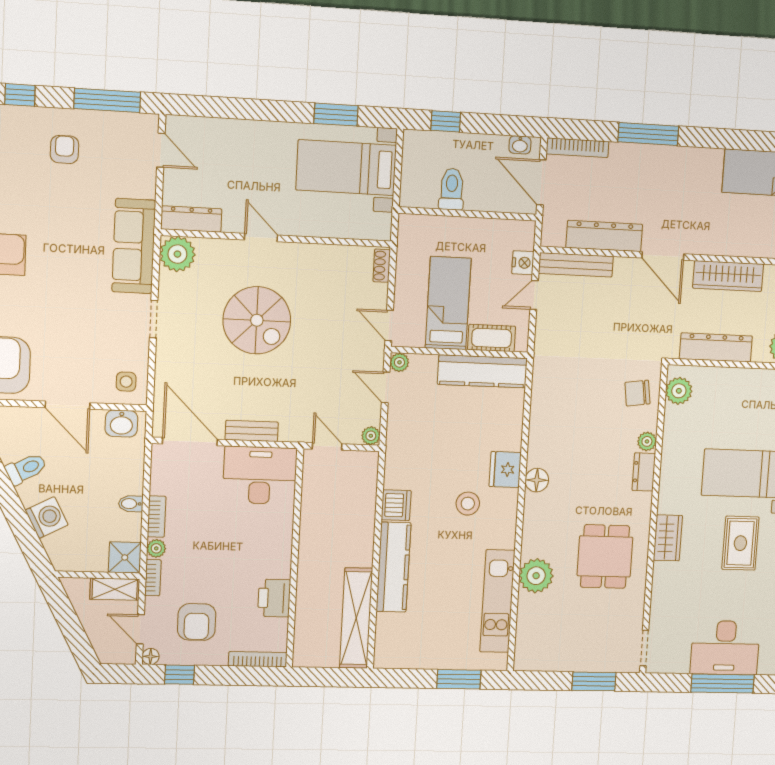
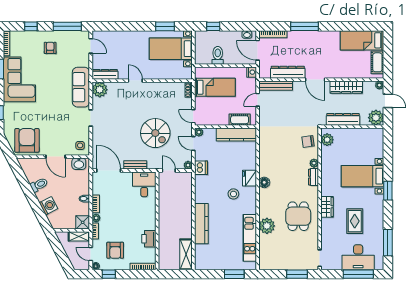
nightstand: (523, 263) -> (252, 72), moved
bed: (448, 303) -> (215, 87), moved, turned 90
spiral stairs: (257, 320) -> (155, 133), moved
desk: (260, 475) -> (144, 184), width x0.73
dishwasher: (396, 505) -> (201, 168), moved
rug: (740, 543) -> (355, 221), moved
shelving: (356, 618) -> (186, 254), width x0.68

